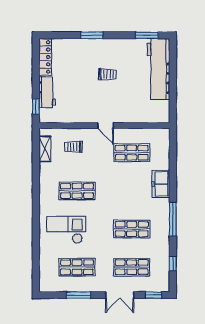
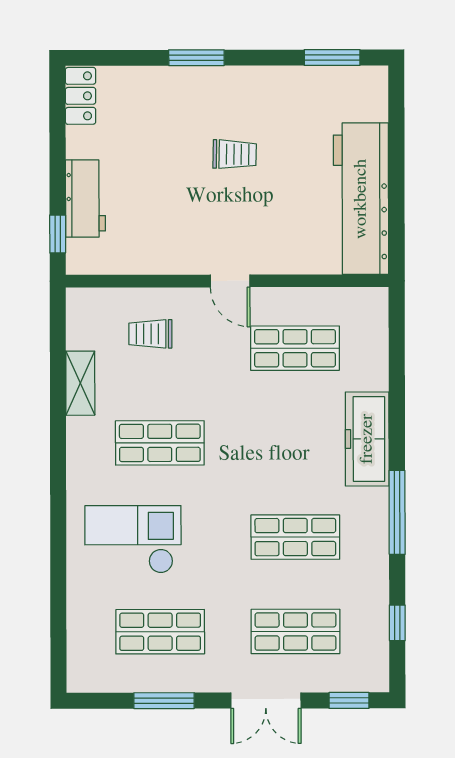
locker: (45, 57) -> (81, 96), width x0.66
workbench: (158, 69) -> (361, 199), moved
shelving: (45, 149) -> (80, 383), moved
freezer: (161, 184) -> (367, 439), width x1.40

